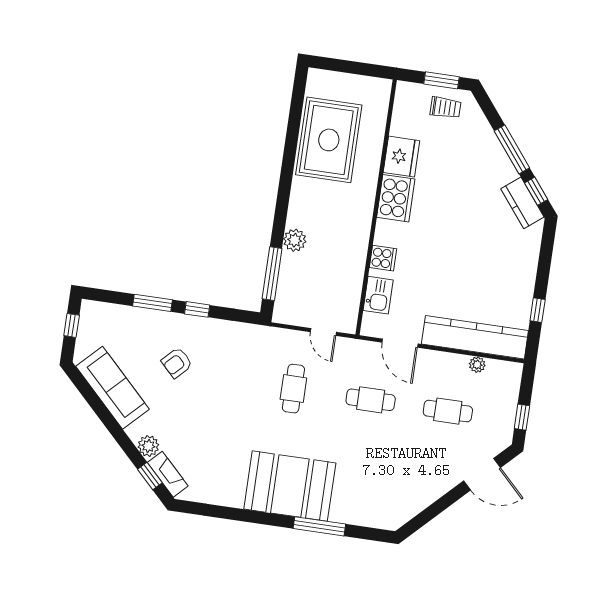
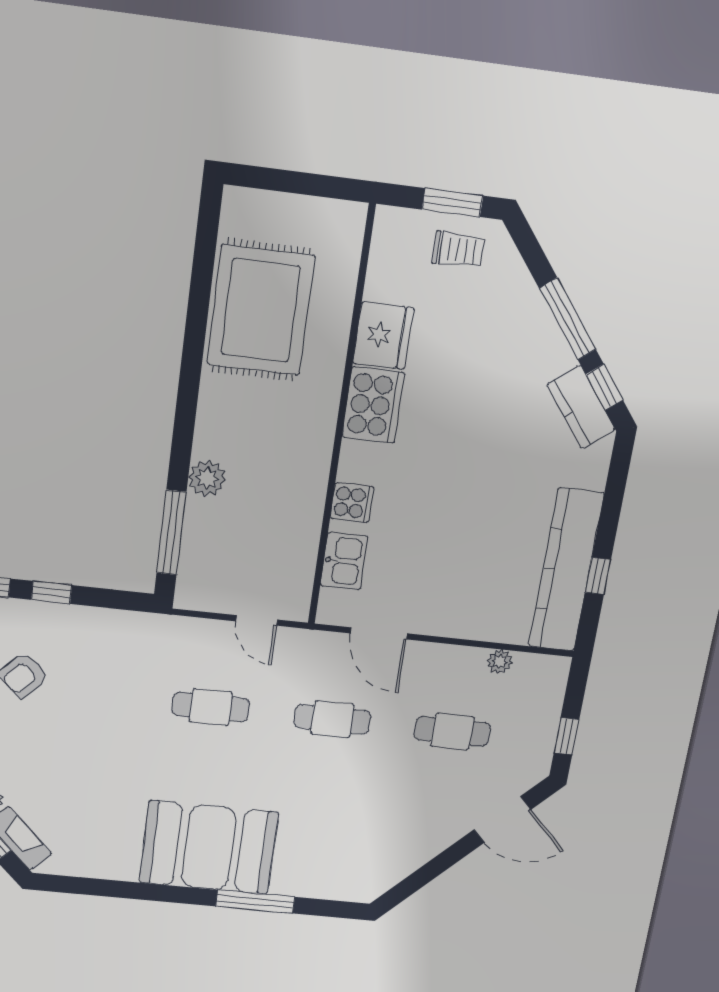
kitchen counter: (475, 337) -> (566, 570), moved, turned -90
cafe table: (293, 389) -> (211, 707), turned 90

